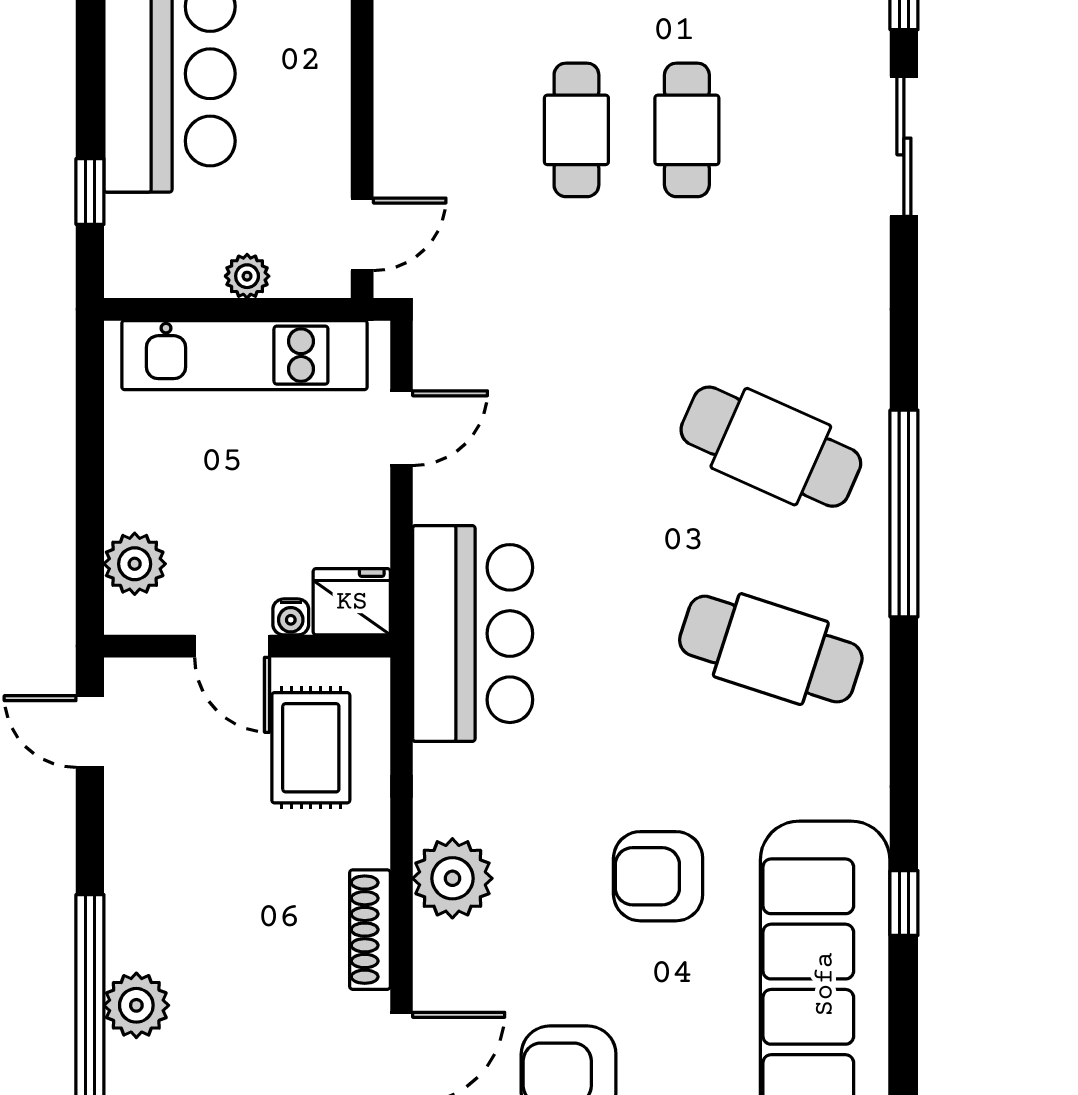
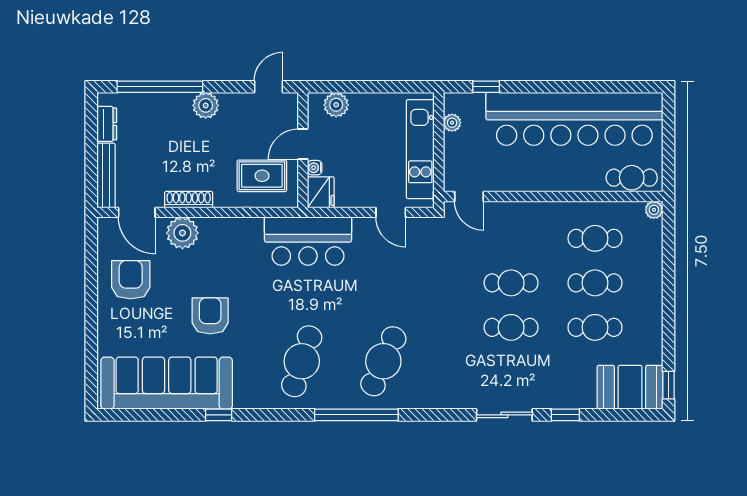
plant: (247, 276) -> (452, 123), moved
plant: (452, 878) -> (182, 233), moved
window: (904, 903) -> (219, 415), moved
plant: (136, 1005) -> (206, 105), moved

